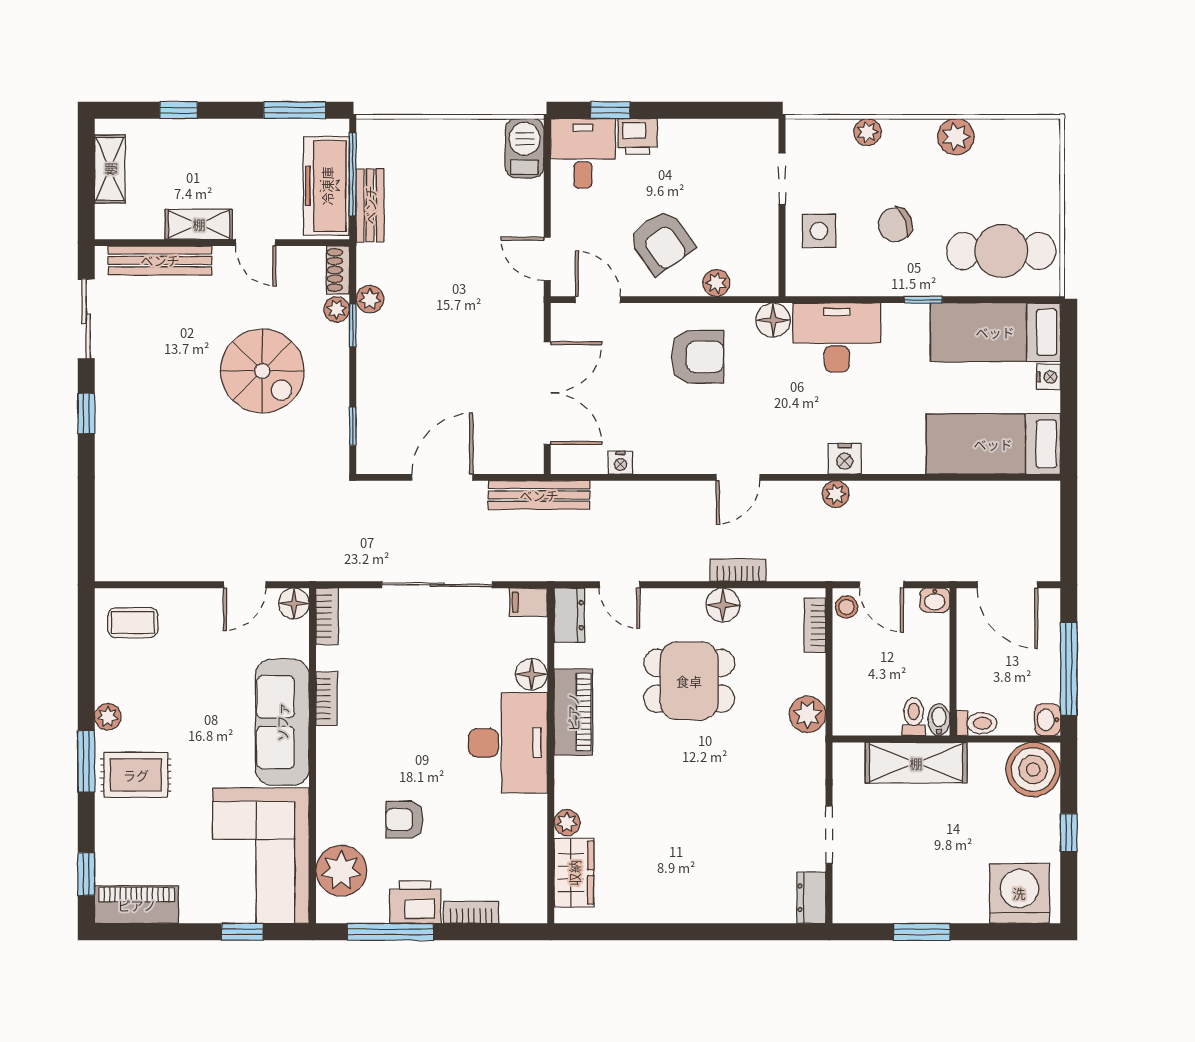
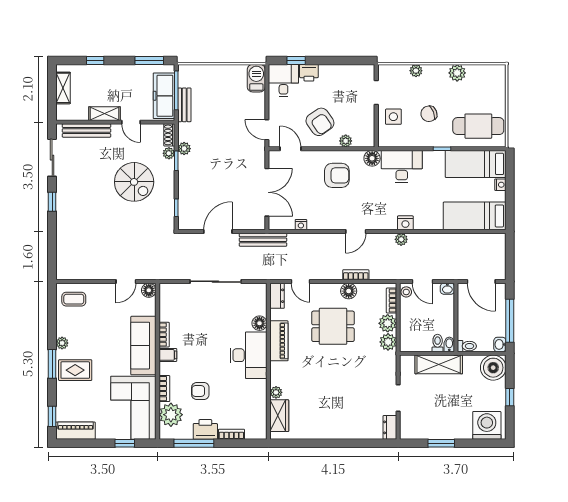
filing cabinet: (528, 602) -> (168, 355), moved, turned 180
bookcase: (327, 616) -> (164, 389), moved
plant: (806, 674) -> (388, 323), added

